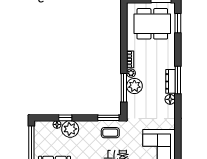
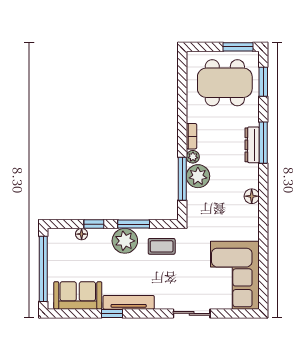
window: (178, 80) -> (263, 143), moved
dresser: (170, 81) -> (252, 145), moved
window: (108, 118) -> (134, 224), moved
plant: (70, 129) -> (125, 241), moved

